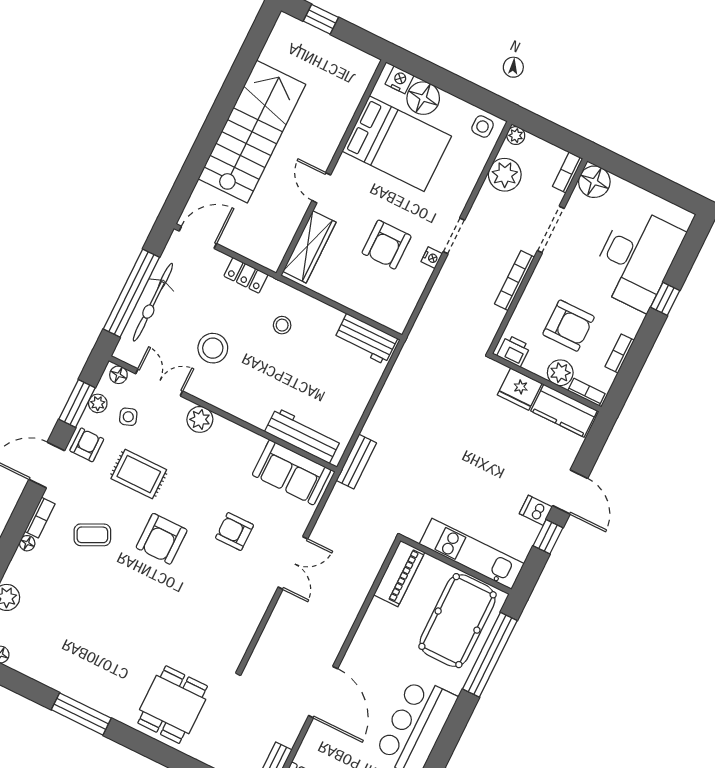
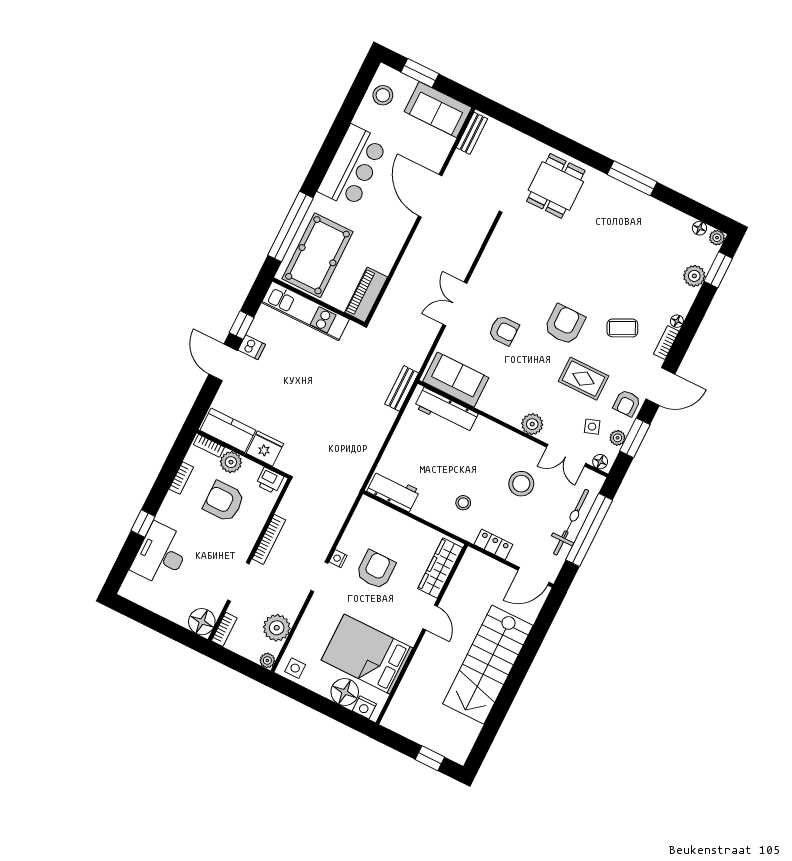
desk: (637, 258) -> (161, 555), width x0.73, depth x0.77

